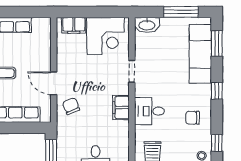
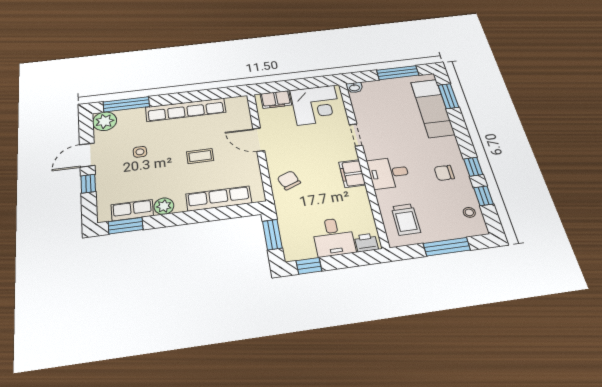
washbasin: (147, 25) -> (354, 88), width x0.52, depth x0.69
door: (54, 83) -> (259, 140), moved
window: (217, 91) -> (473, 167), moved

